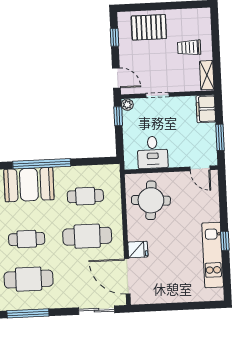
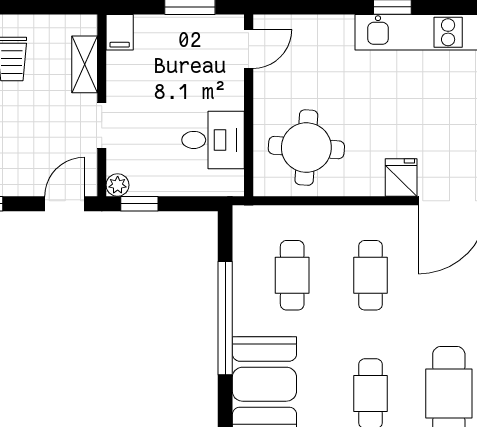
shelving: (207, 75) -> (85, 64), moved, turned 90
filing cabinet: (206, 109) -> (120, 32), width x0.50
window: (42, 164) -> (225, 318), moved
cafe table: (87, 236) -> (370, 275), width x0.73, depth x0.74

